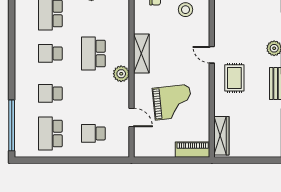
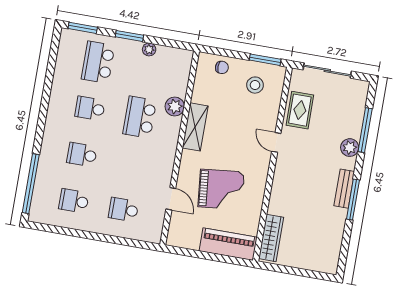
plant: (121, 74) -> (175, 107), moved
rug: (234, 78) -> (300, 110), moved
school desk: (50, 133) -> (74, 201), width x0.54
piano: (193, 150) -> (228, 244), width x1.37, depth x1.33

